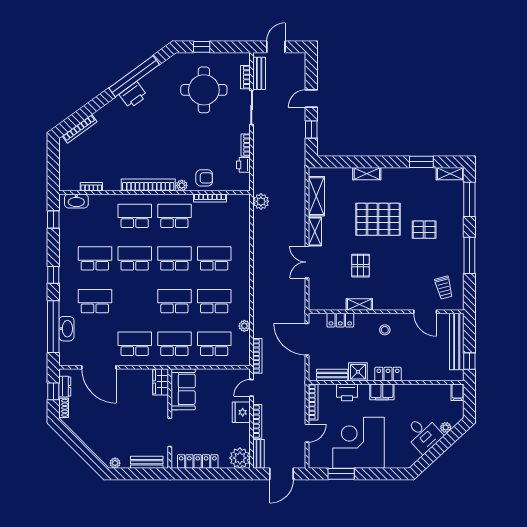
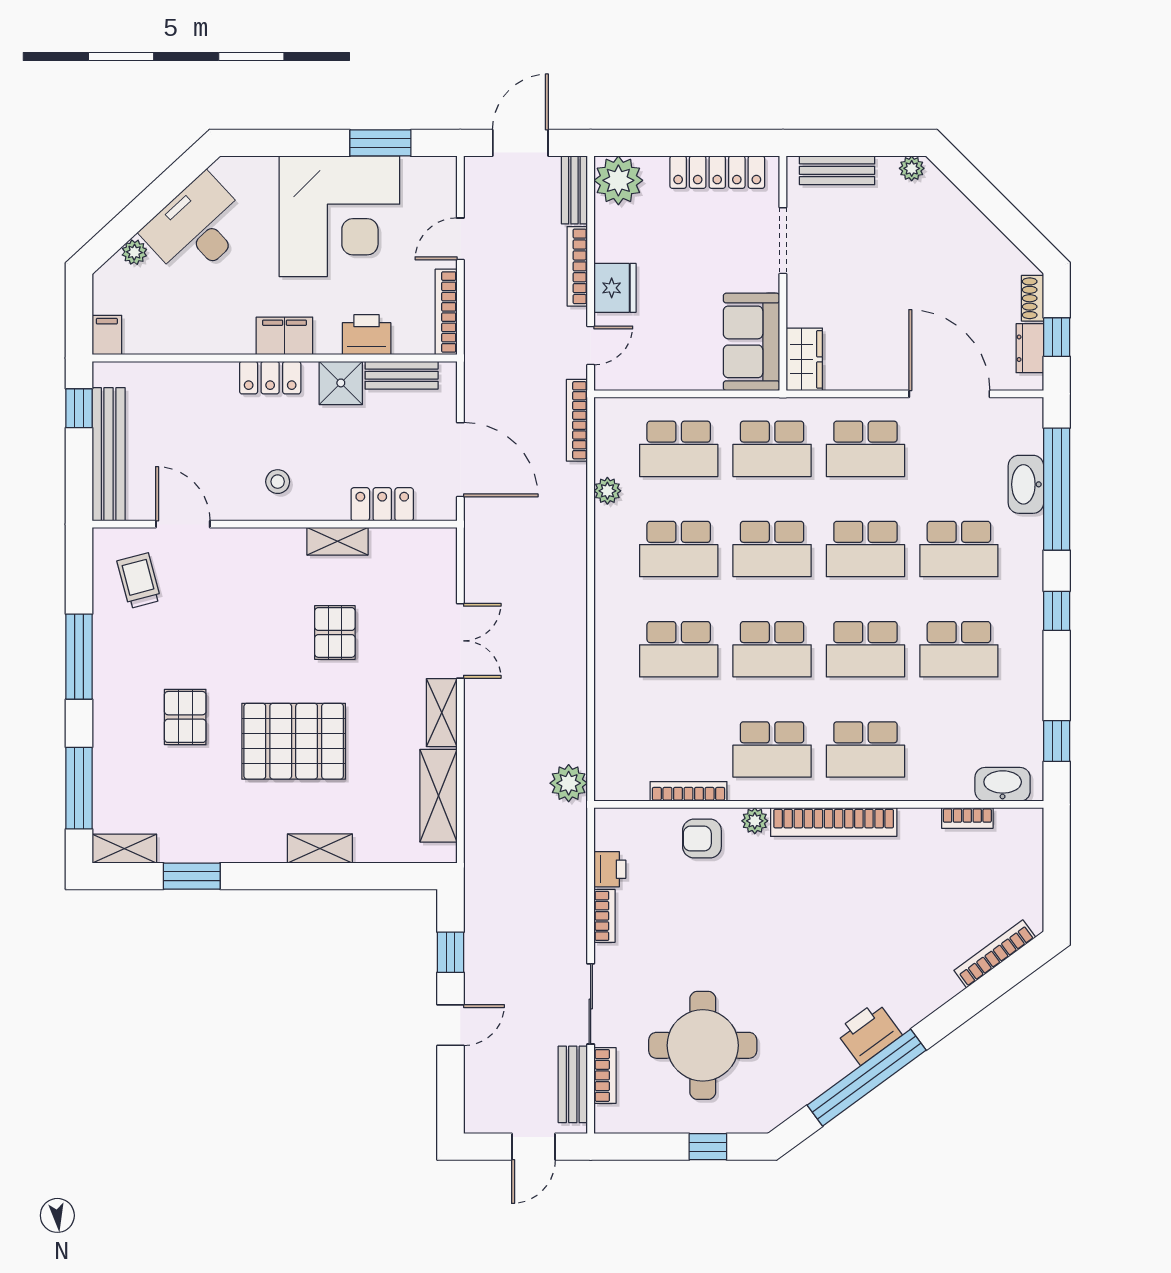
pallet: (424, 230) -> (185, 717), turned 90
school desk: (135, 301) -> (865, 549), added
desk: (423, 434) -> (197, 228), width x1.37

